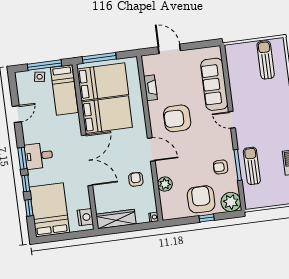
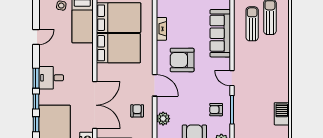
door: (232, 120) -> (232, 78), moved
double door: (87, 160) -> (95, 105), moved
sun lounger: (252, 166) -> (252, 24), moved

